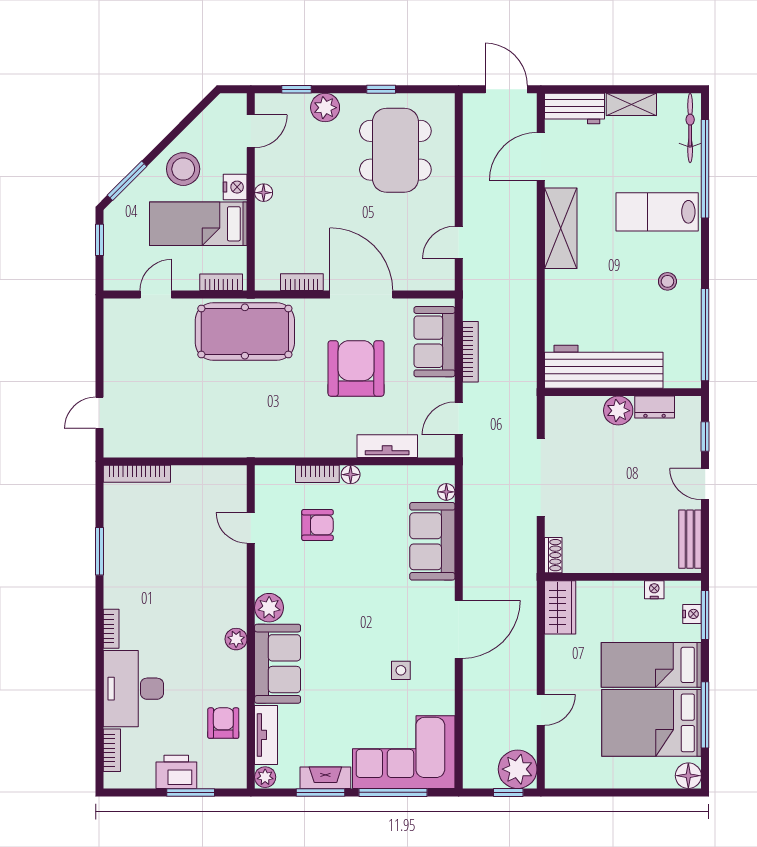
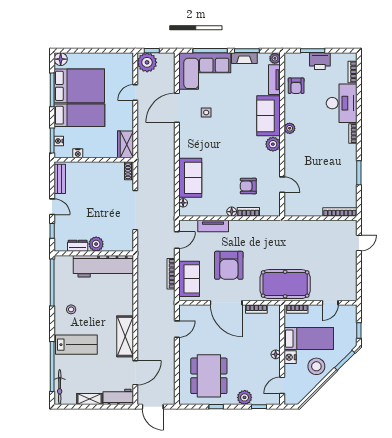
door: (459, 629) -> (177, 108), moved

